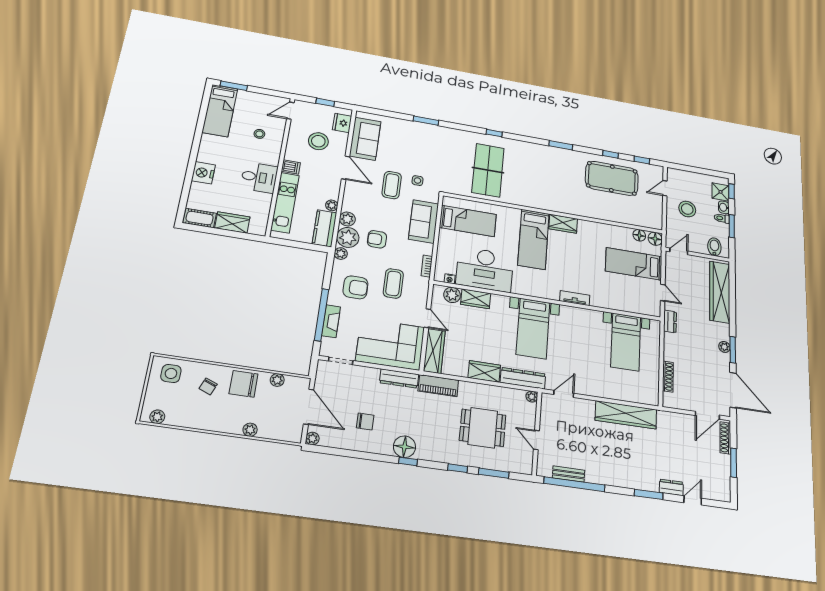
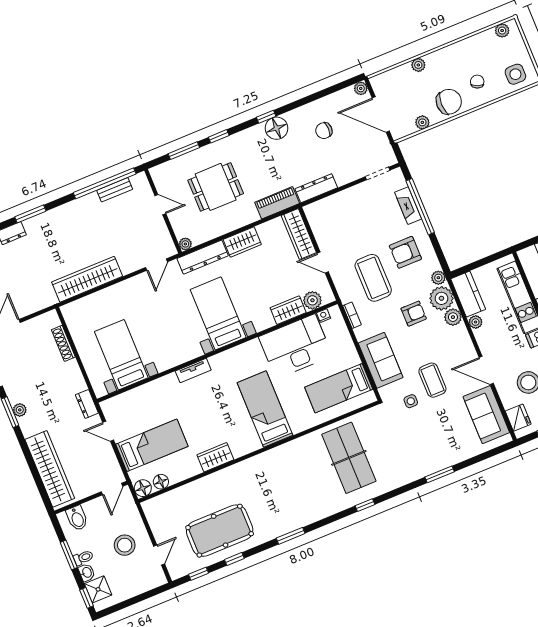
wardrobe: (563, 224) -> (215, 457), moved
coffee table: (393, 283) -> (373, 278), width x1.36, depth x1.32
corner sofa: (390, 344) -> (343, 216), removed

